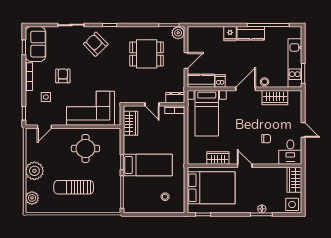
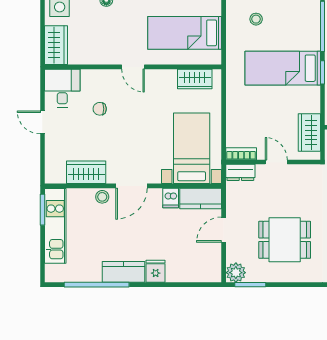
wardrobe: (218, 158) -> (195, 79), moved
bed: (211, 188) -> (185, 33), width x0.67

